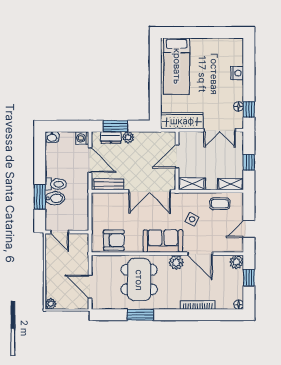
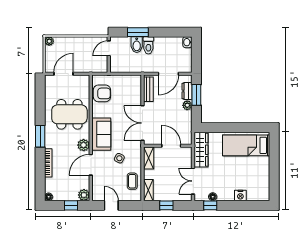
washing machine: (82, 138) -> (187, 67), removed
armchair: (114, 240) -> (102, 93), turned -90
window: (140, 315) -> (40, 136), moved

